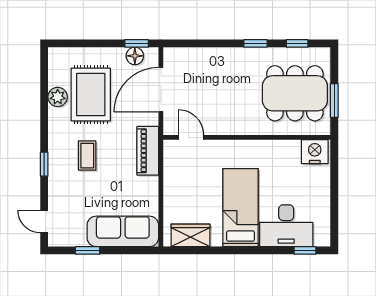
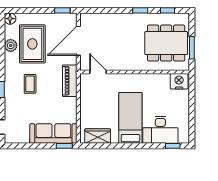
floor lamp: (135, 56) -> (10, 19), moved
window: (87, 250) -> (64, 146), moved

